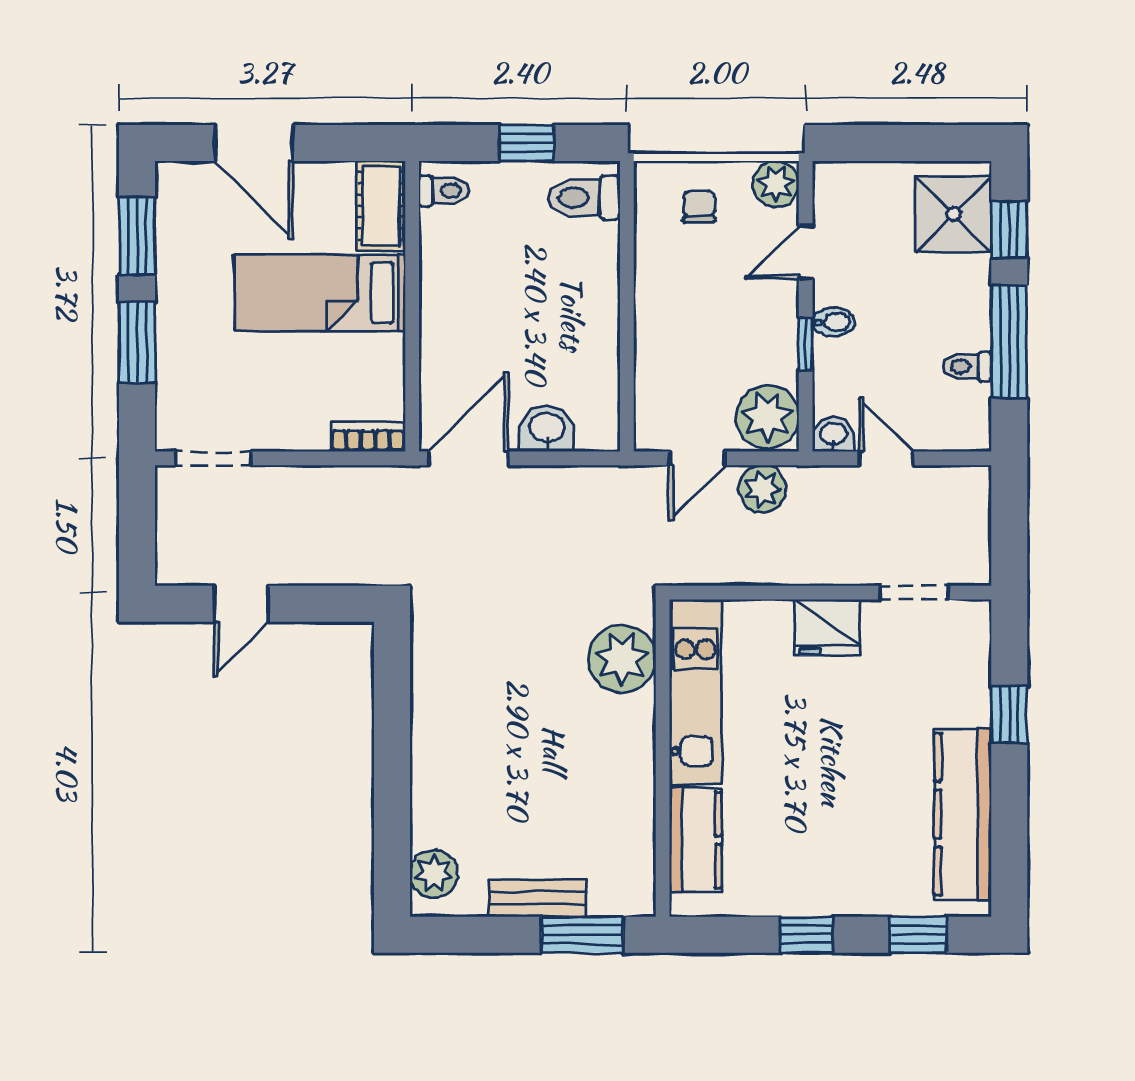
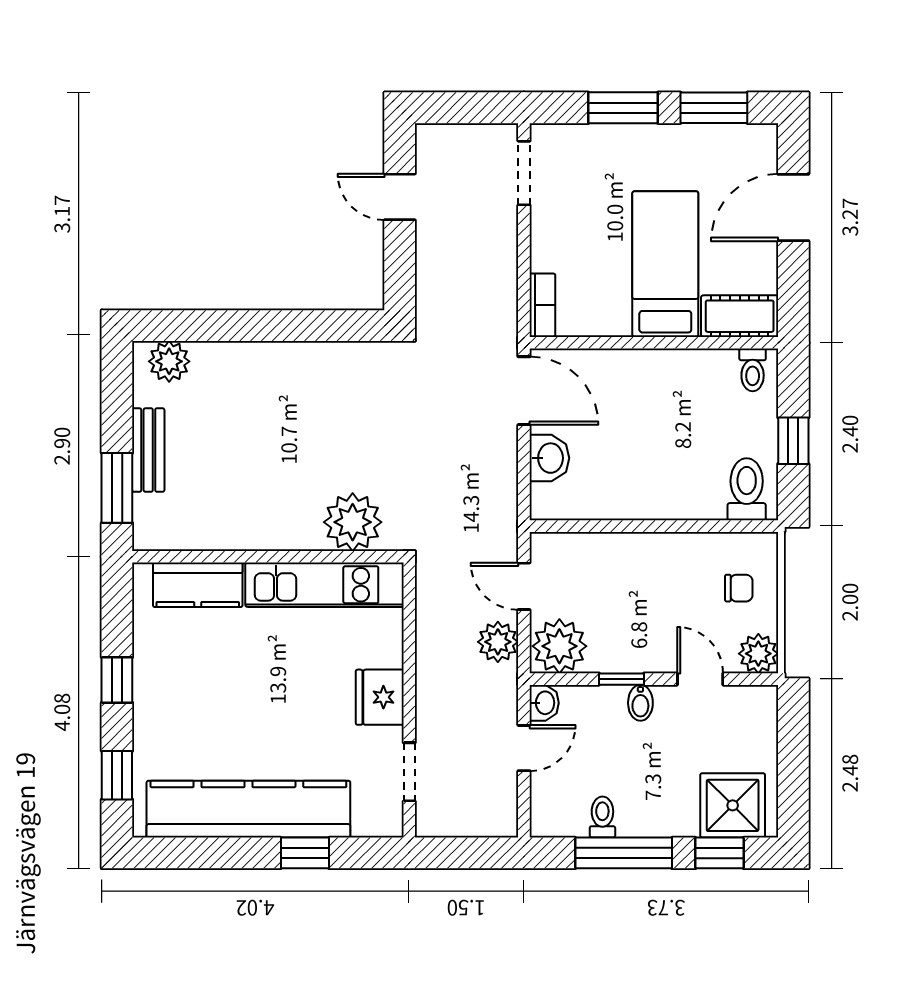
kitchen counter: (963, 814) -> (248, 809), width x1.39, depth x1.17

